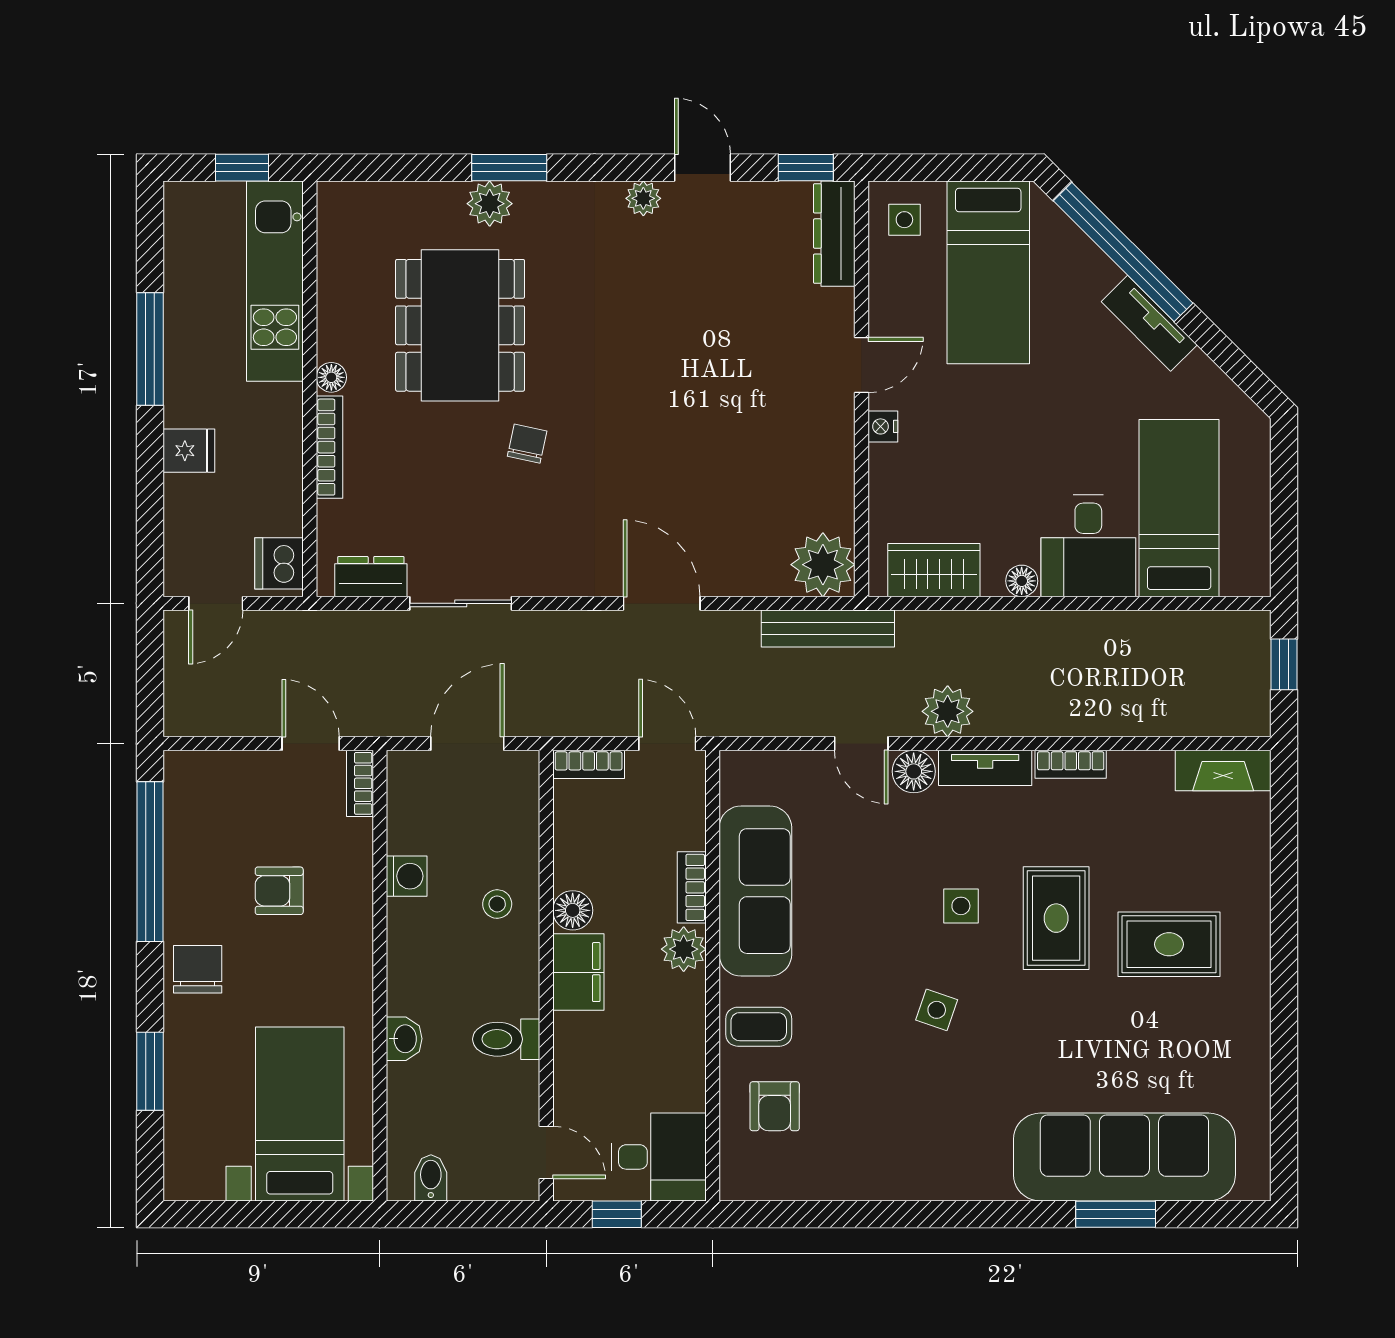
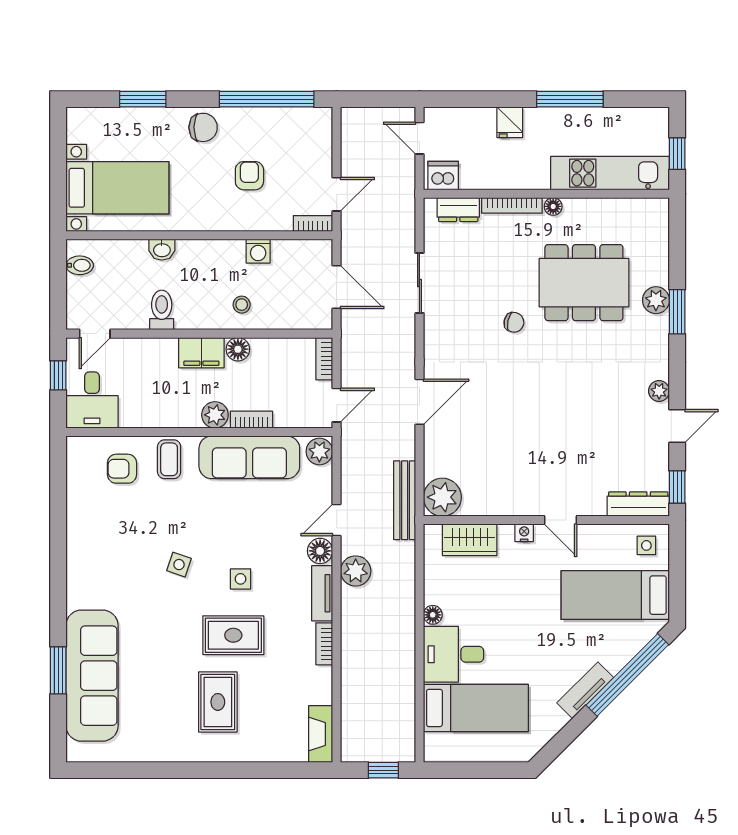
wardrobe: (934, 570) -> (470, 540), moved, turned 90
dresser: (371, 577) -> (458, 210), moved, turned 90
plant: (746, 773) -> (319, 451), added

